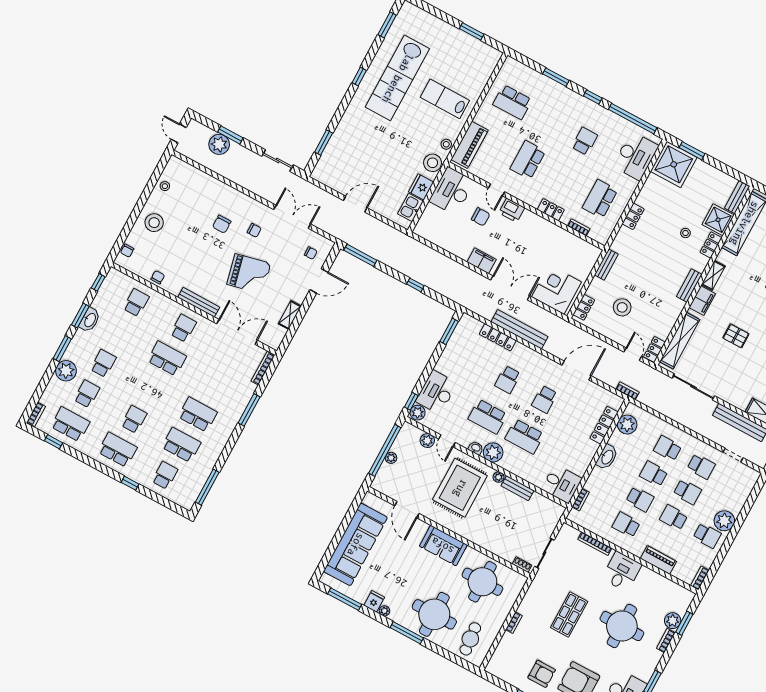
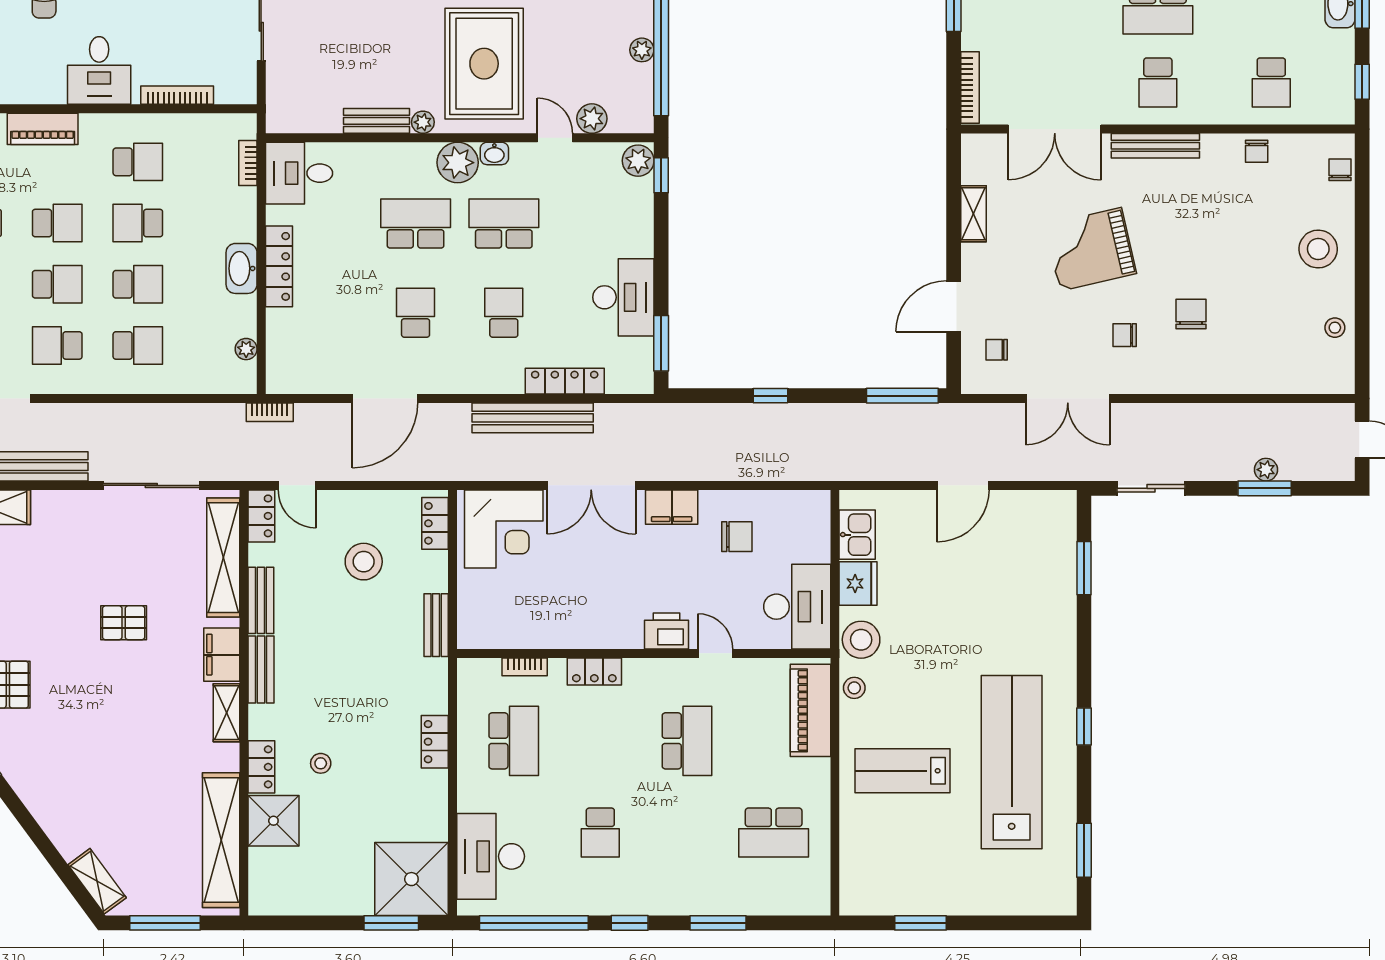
lab bench: (445, 99) -> (902, 771), turned 180
school desk: (512, 102) -> (774, 833), turned 180
plant: (219, 144) -> (1266, 470), width x0.53, depth x0.53
bench: (737, 197) -> (261, 600), moved
chair: (481, 217) -> (737, 537), moved, turned 180
desk: (436, 392) -> (623, 297), moved
locker: (604, 425) -> (279, 266), moved
plant: (627, 425) -> (246, 349), width x0.53, depth x0.53
school desk: (687, 492) -> (57, 284), turned 180

